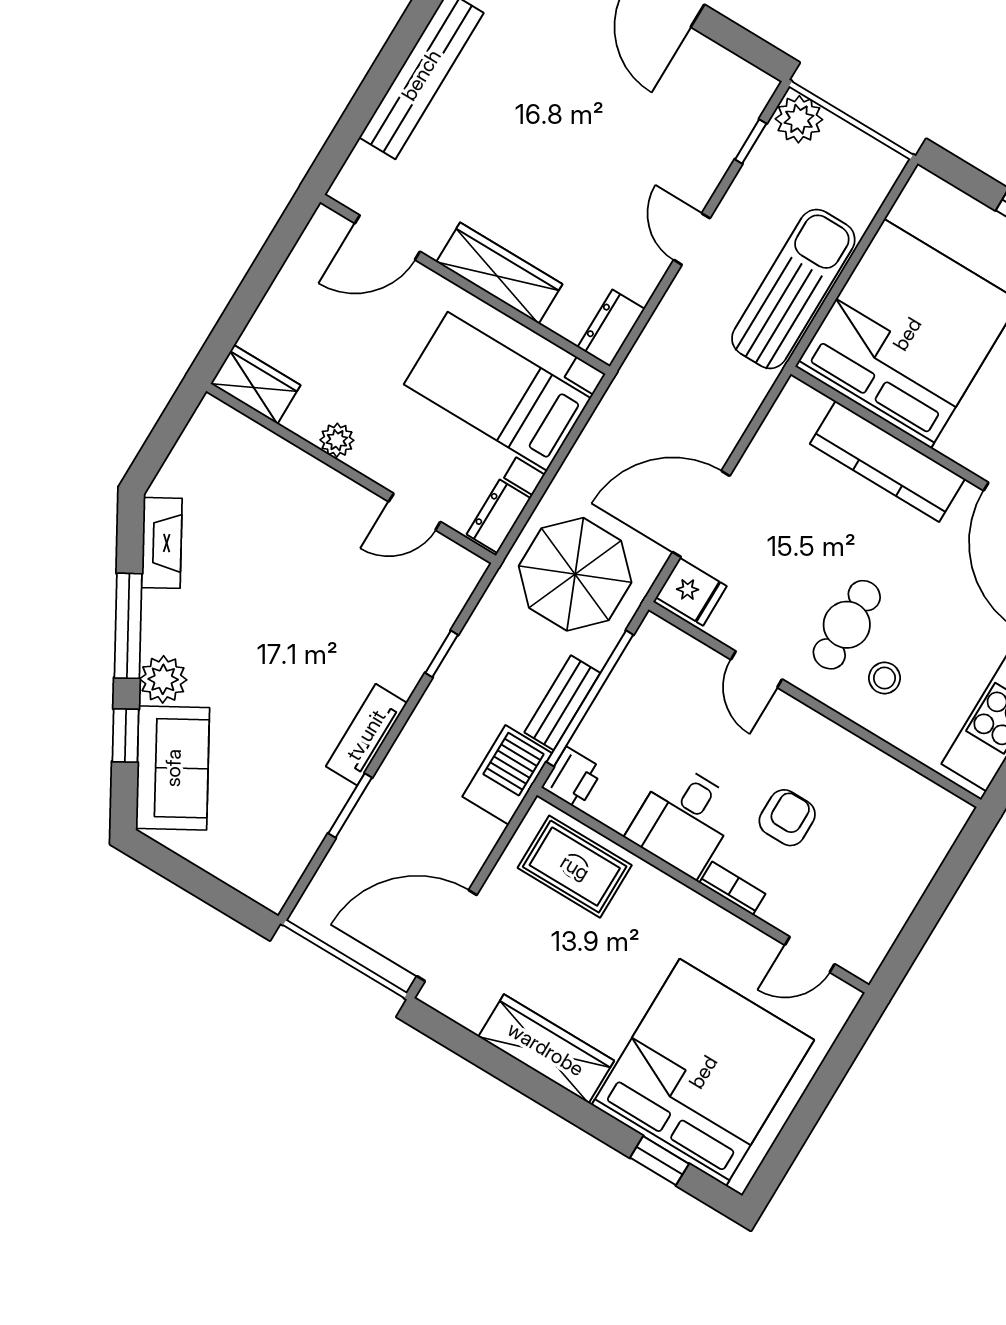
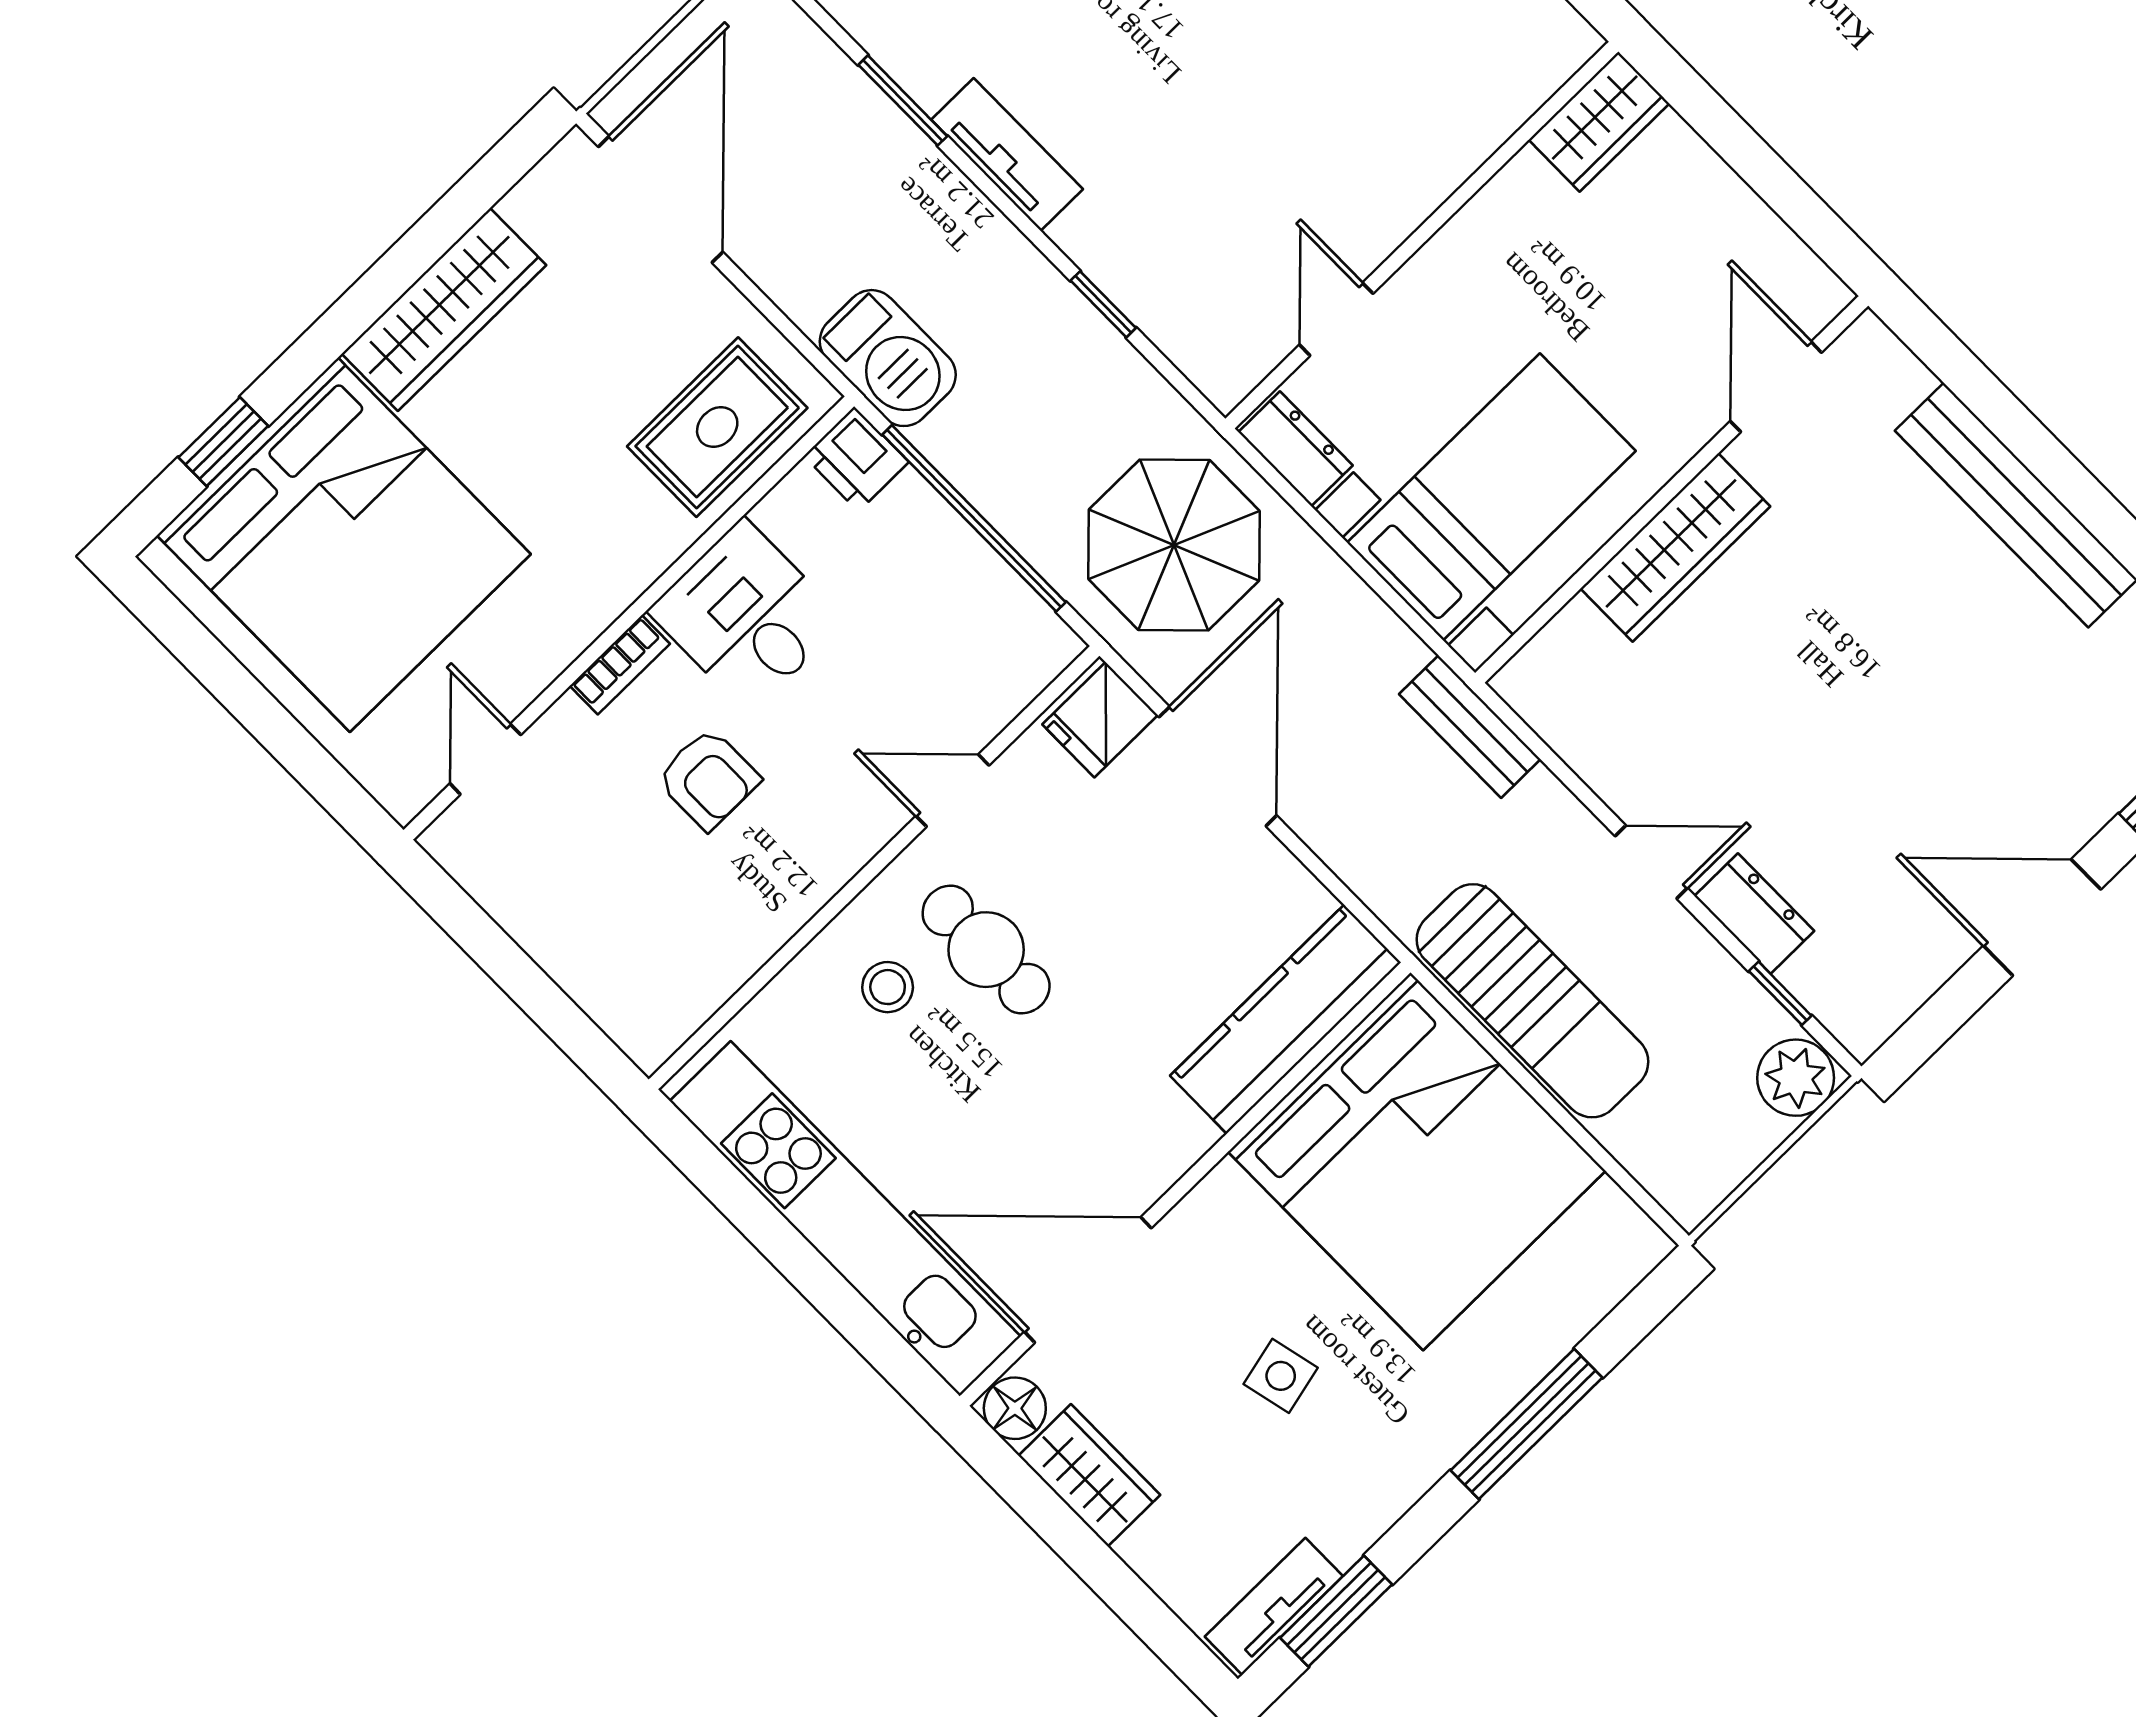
dresser: (611, 328) -> (1754, 914), moved
plant: (337, 440) -> (1479, 226), removed
kitchen counter: (887, 461) -> (1286, 1019), moved
bench: (562, 703) -> (1470, 727), moved

